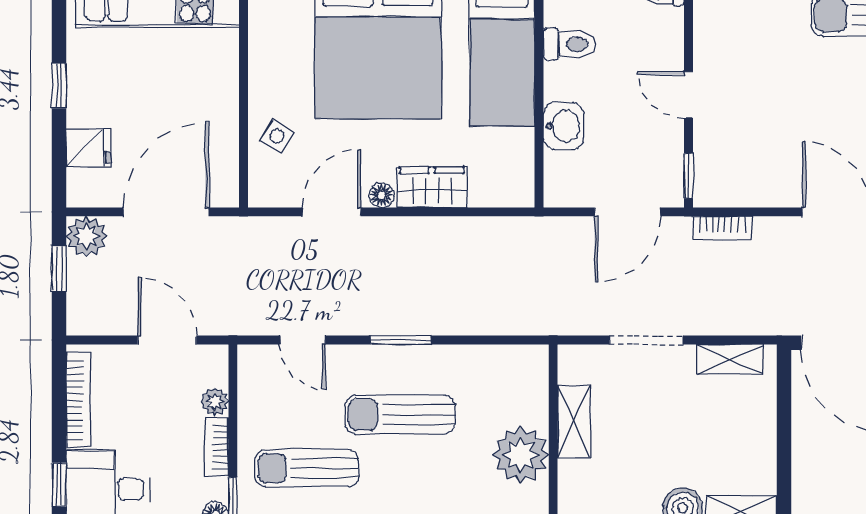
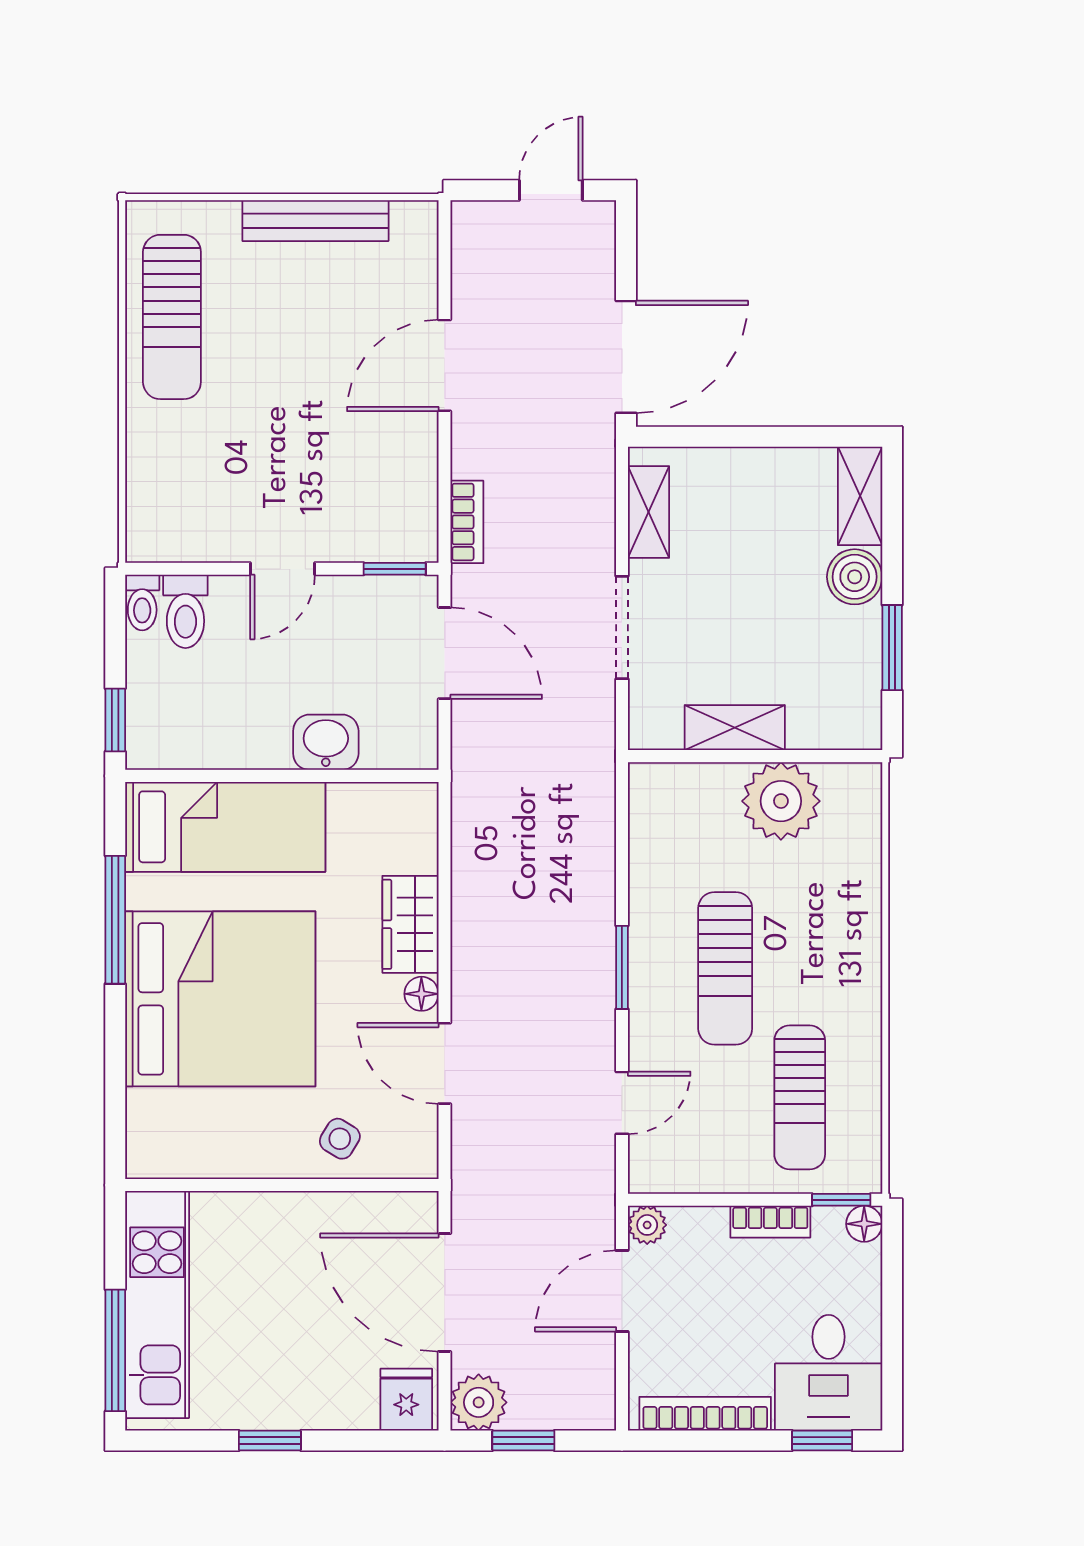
toilet: (570, 44) -> (185, 611), moved, turned 180
fridge: (89, 148) -> (406, 1400), moved
plant: (215, 402) -> (647, 1225), moved

